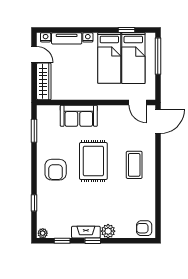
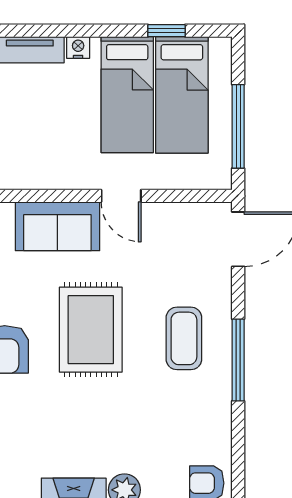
window: (158, 56) -> (238, 126), moved
door: (138, 102) -> (121, 196), moved
window: (158, 174) -> (238, 360), added

